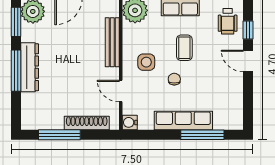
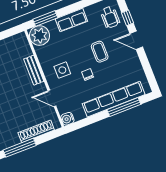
bench: (112, 42) -> (34, 70), width x0.73
coffee table: (184, 48) -> (100, 52), moved
row of seats: (183, 120) -> (114, 99), width x1.36

